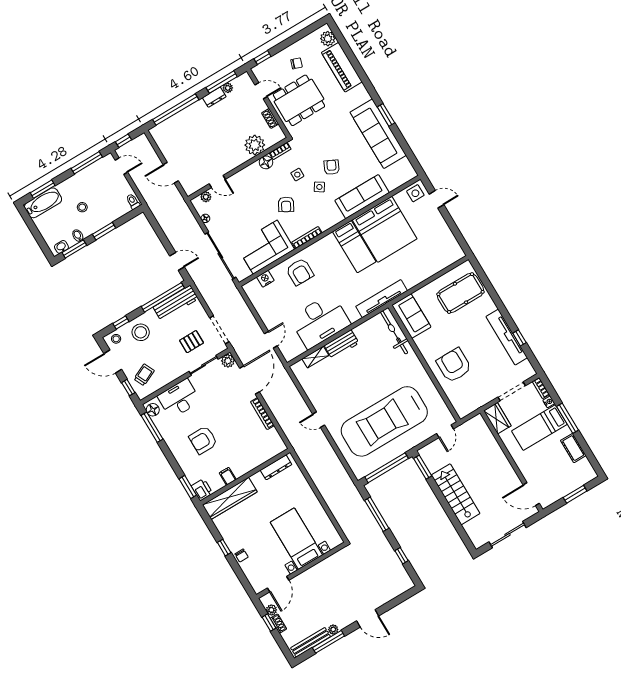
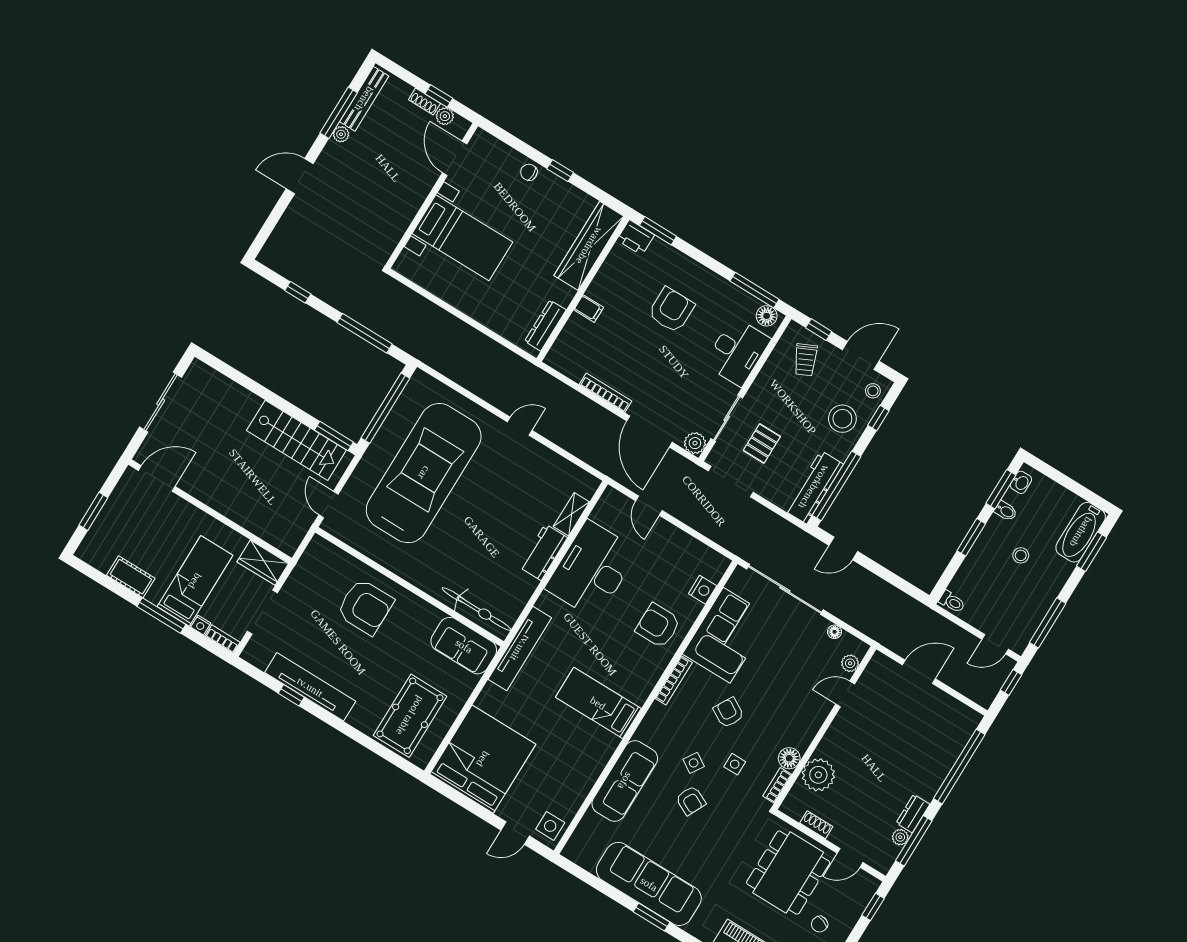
bed: (385, 229) -> (483, 759), moved, turned 90
filing cabinet: (228, 476) -> (589, 309), moved
stairs: (456, 494) -> (296, 440), moved

